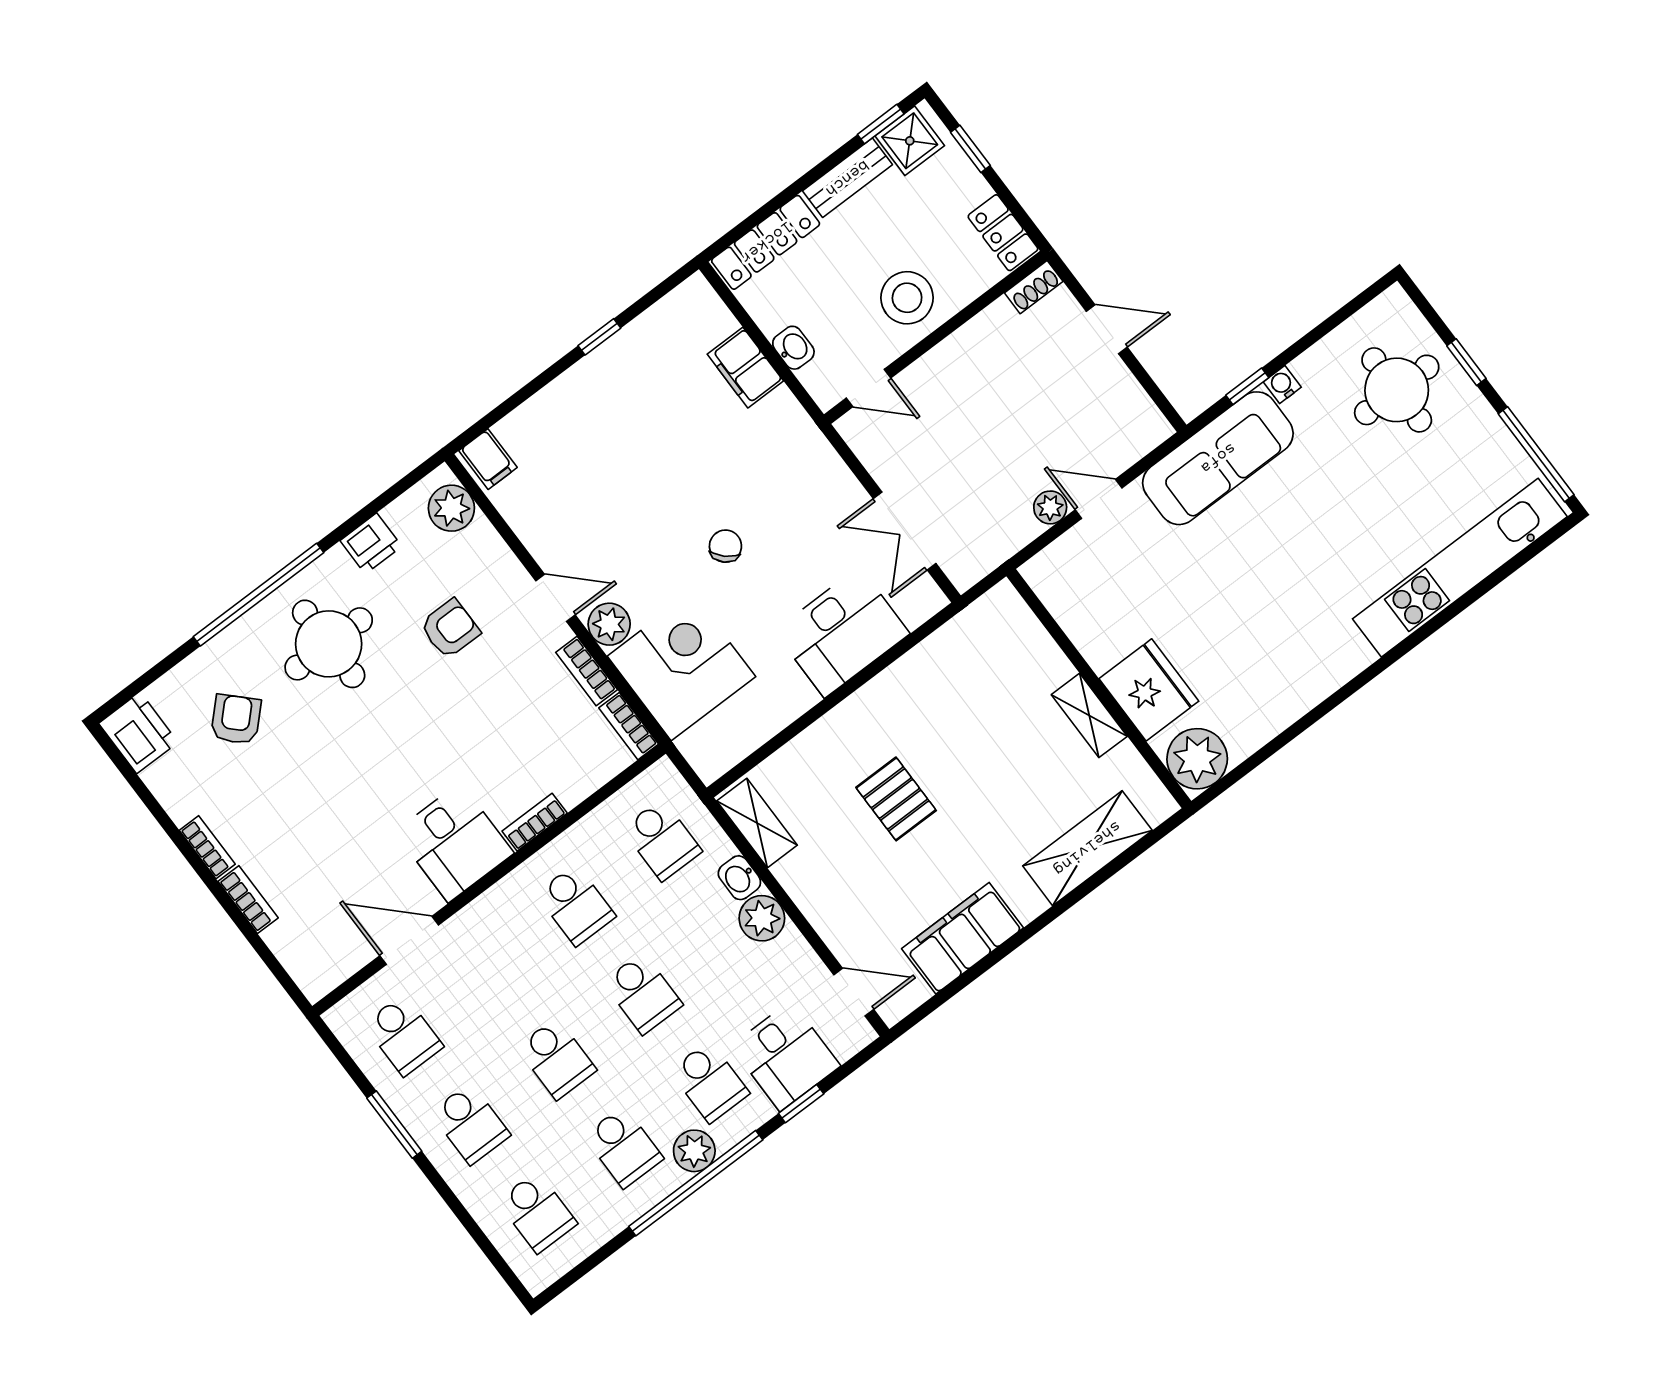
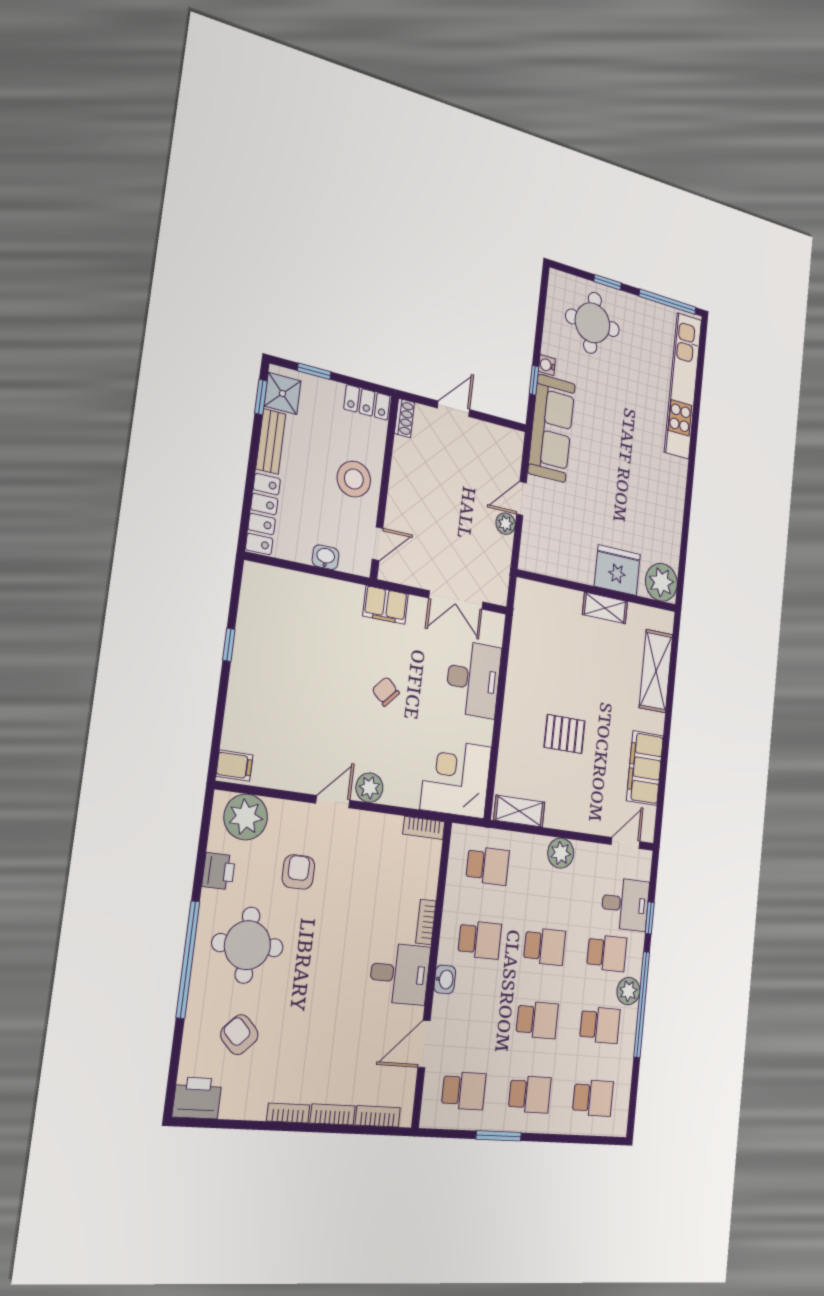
filing cabinet: (745, 368) -> (386, 605), moved
plant: (451, 508) -> (246, 817), width x1.36, depth x1.36
corner desk: (681, 666) -> (456, 778), moved
bookcase: (587, 671) -> (378, 1116), moved, turned 180
washbasin: (739, 878) -> (445, 979), moved, turned -90

